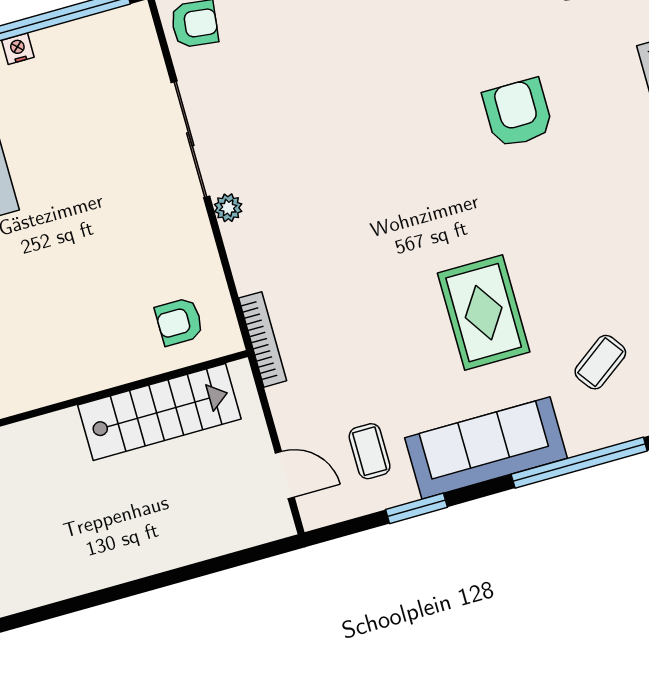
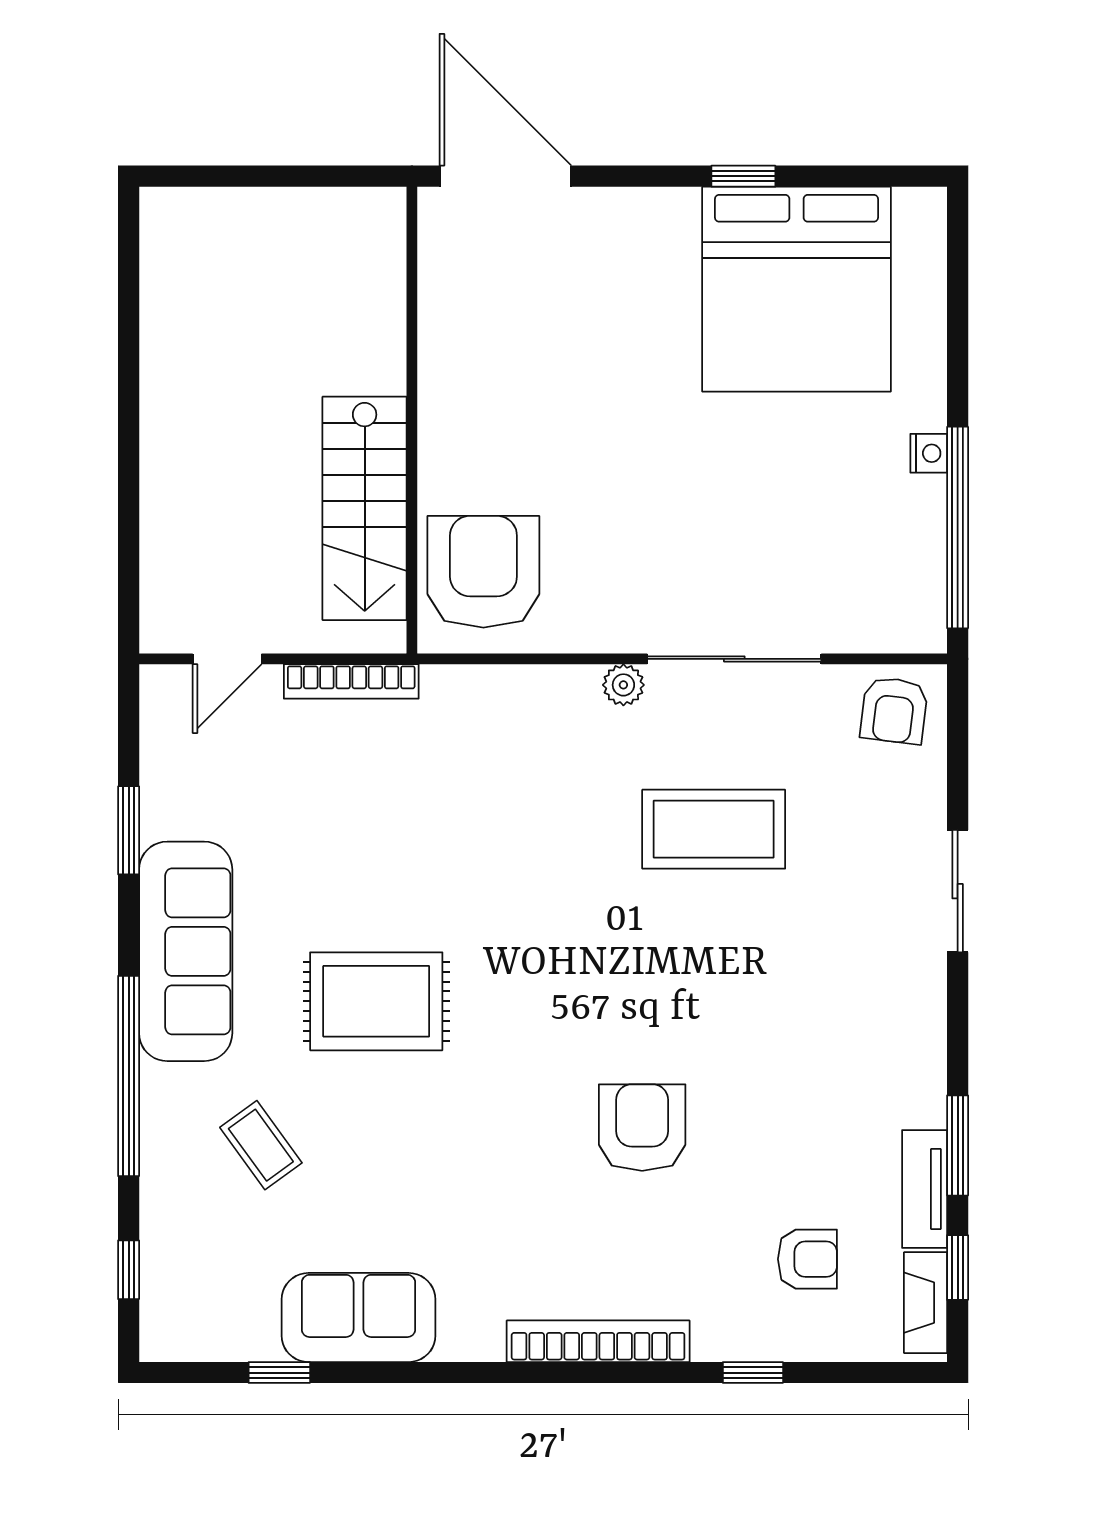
armchair: (518, 113) -> (642, 1128), turned -90
armchair: (179, 322) -> (483, 572), width x1.88, depth x1.88
bookcase: (263, 339) -> (351, 681), moved
coffee table: (370, 451) -> (714, 829), moved, width x1.86, depth x1.72

